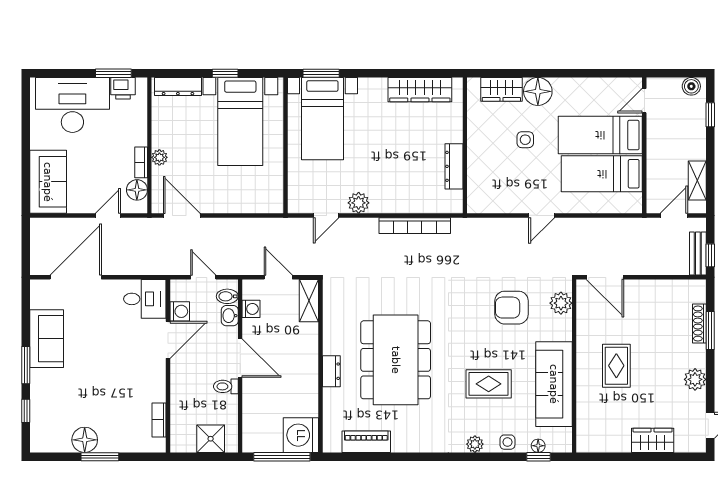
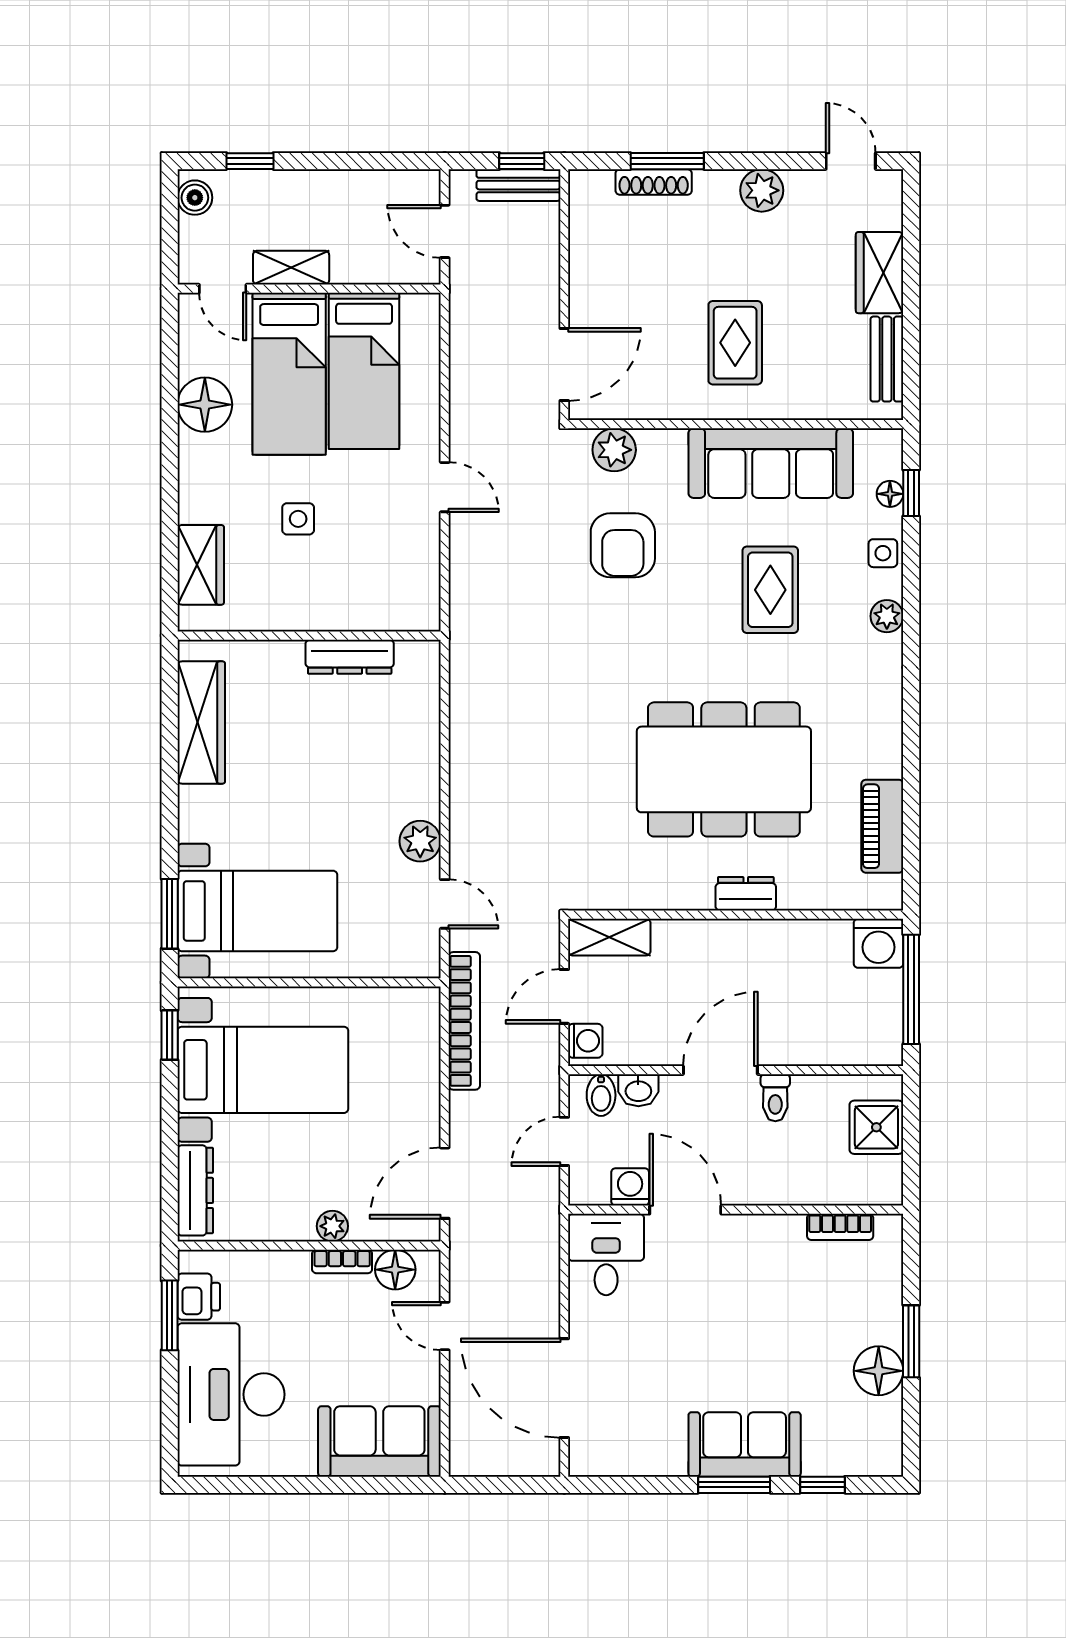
window: (225, 73) -> (170, 1035), moved
floor lamp: (538, 91) -> (205, 405), moved
shelving: (697, 180) -> (291, 268), moved
bookcase: (415, 226) -> (464, 1021), moved
washing machine: (251, 309) -> (585, 1041), moved, turned 90
sofa: (47, 339) -> (745, 1444), moved
rug: (616, 366) -> (735, 343), turned 90
washing machine: (301, 435) -> (878, 943), width x0.73, depth x0.73
bench: (608, 444) -> (887, 359), added

